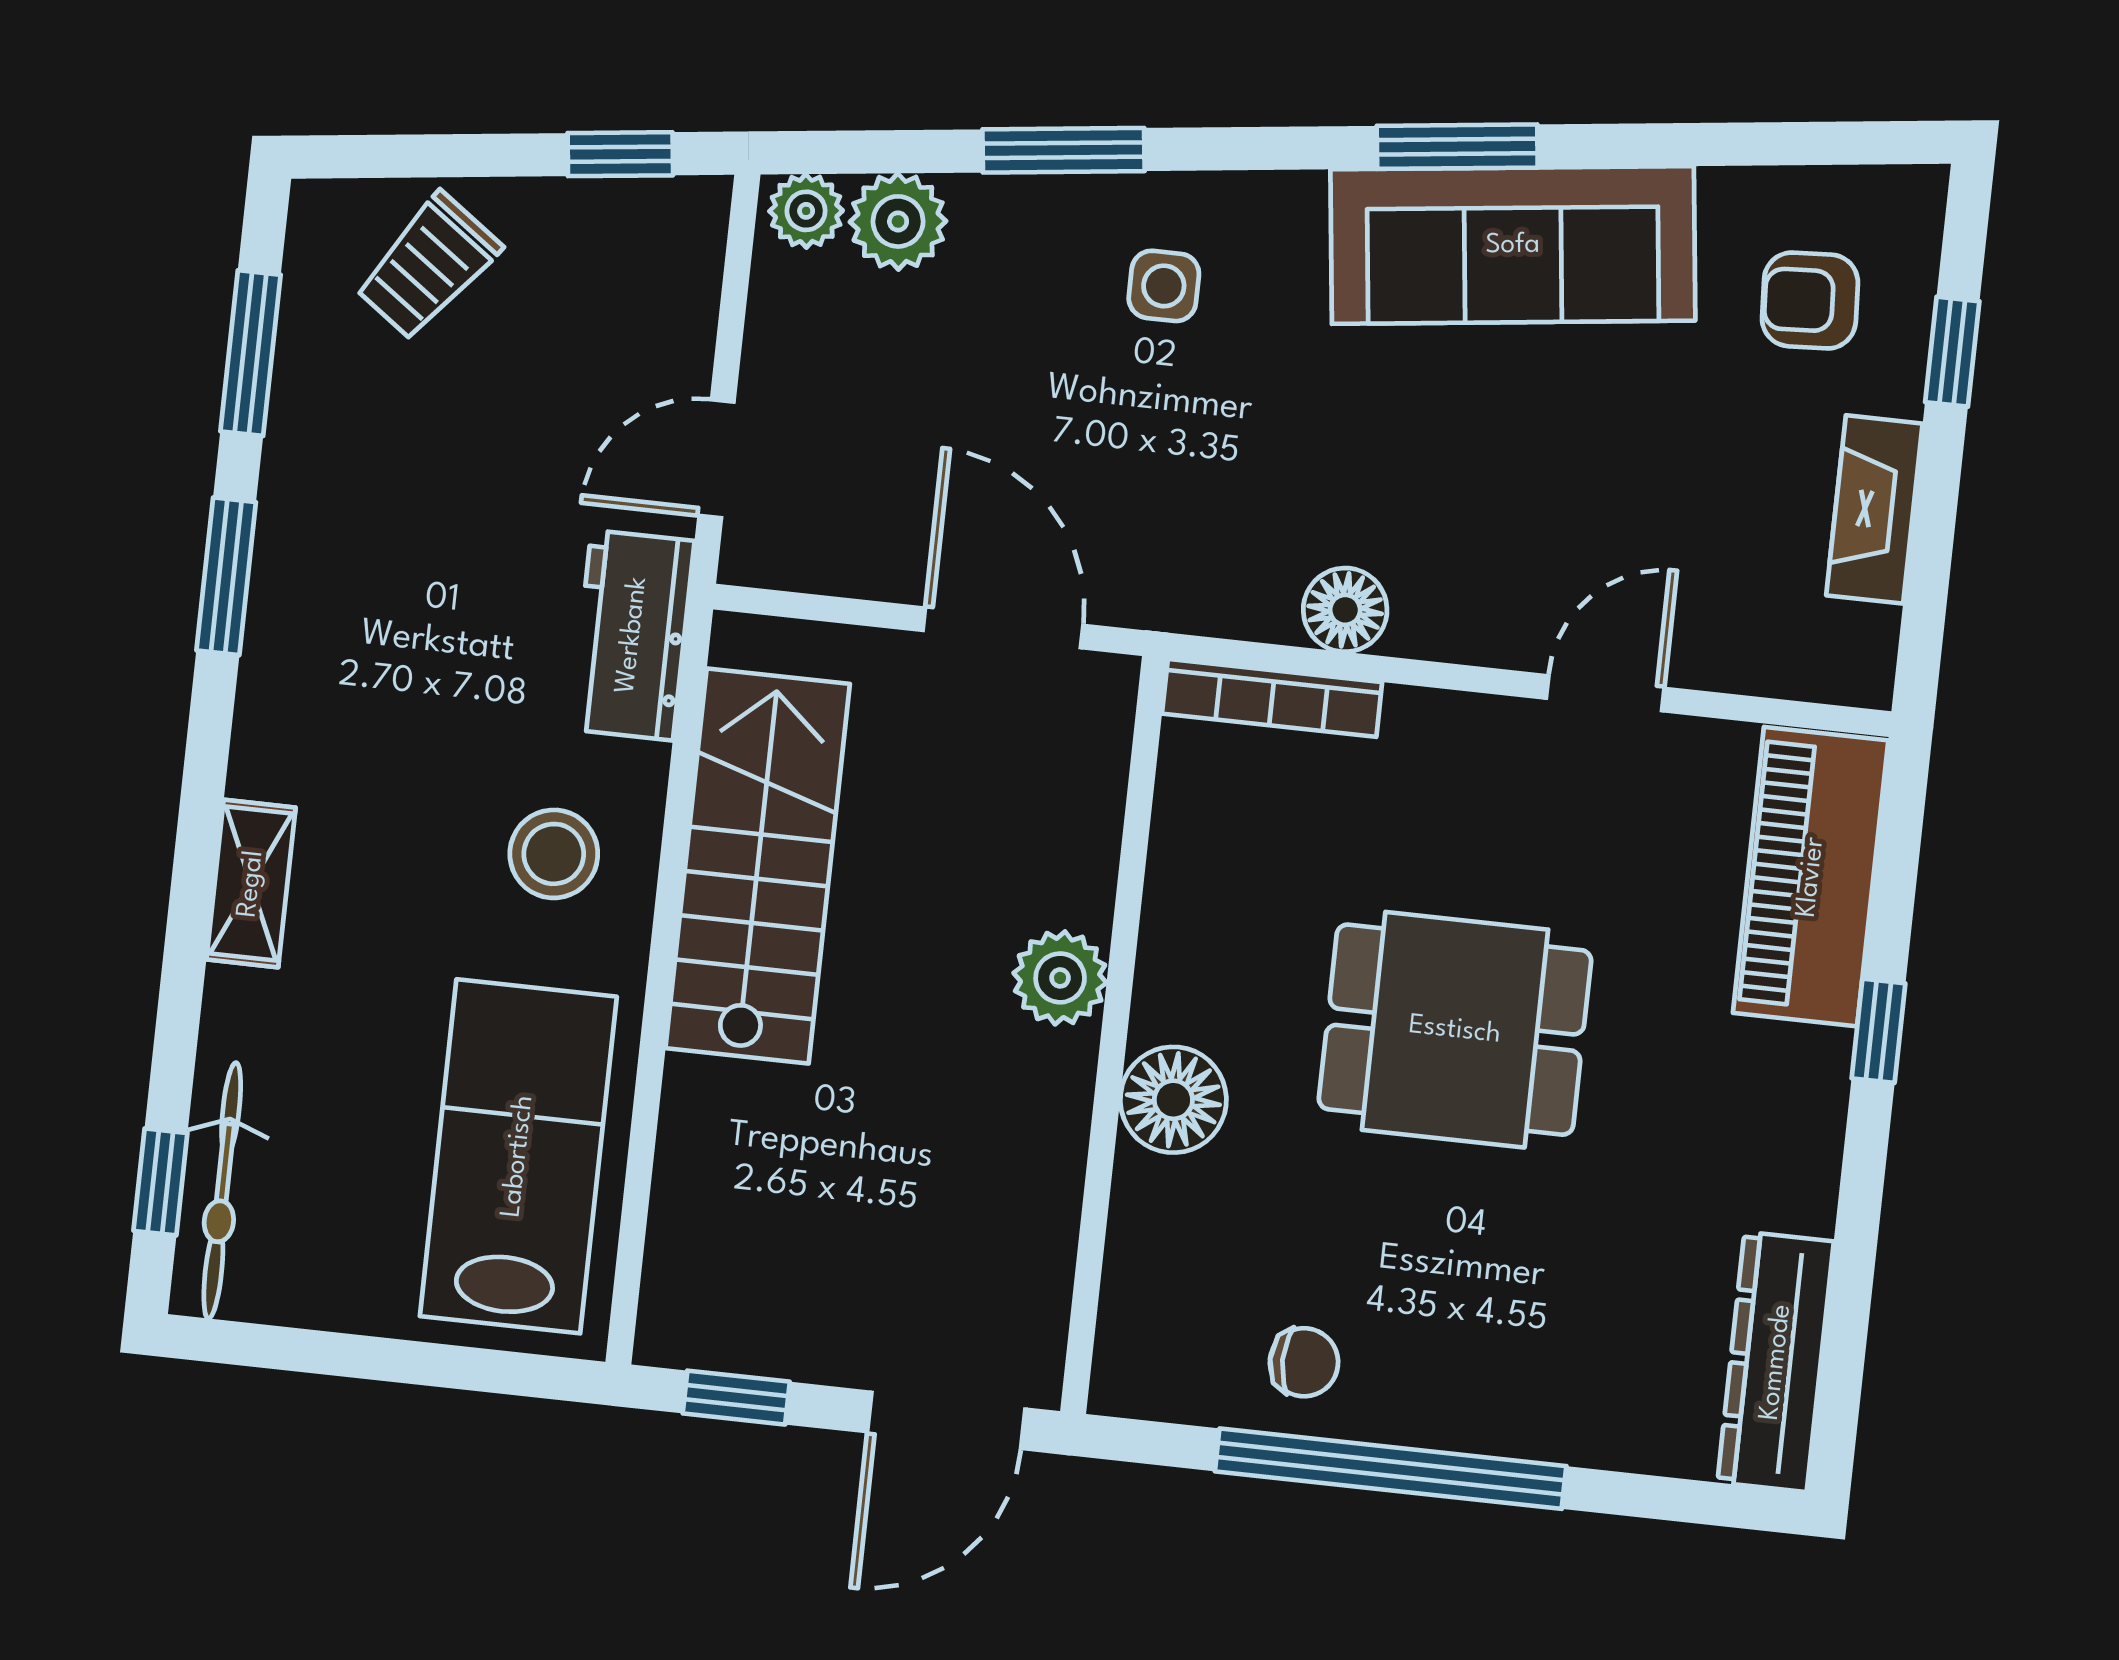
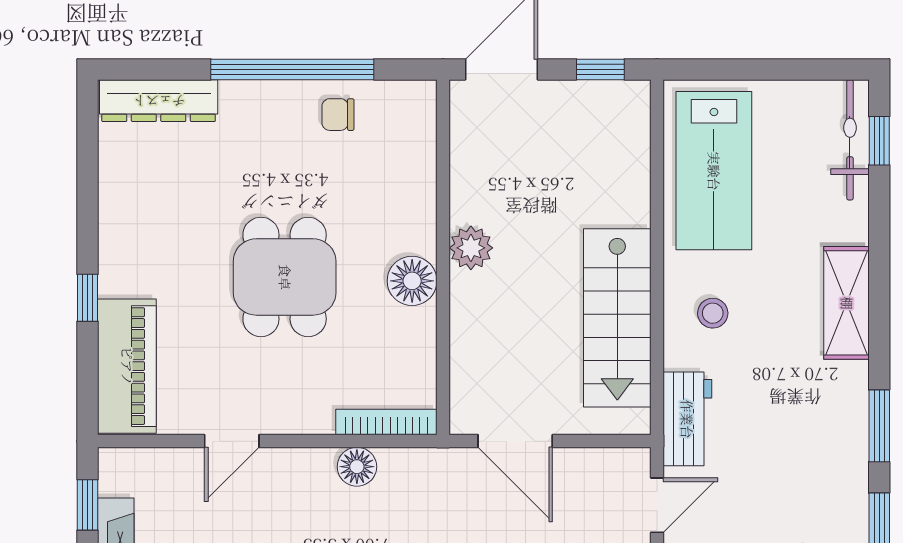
window: (1926, 591) -> (87, 505), added
stool: (554, 854) -> (713, 313), width x0.73, depth x0.73
shelving: (251, 884) -> (847, 303), width x1.50, depth x1.33
plant: (1060, 978) -> (471, 248), moved
dining table: (1455, 1030) -> (285, 277), turned 90
floor lamp: (1173, 1100) -> (412, 281), moved
dresser: (1776, 1362) -> (159, 101), moved, turned 90

